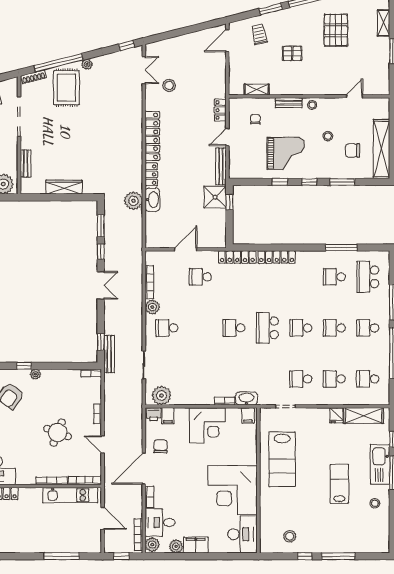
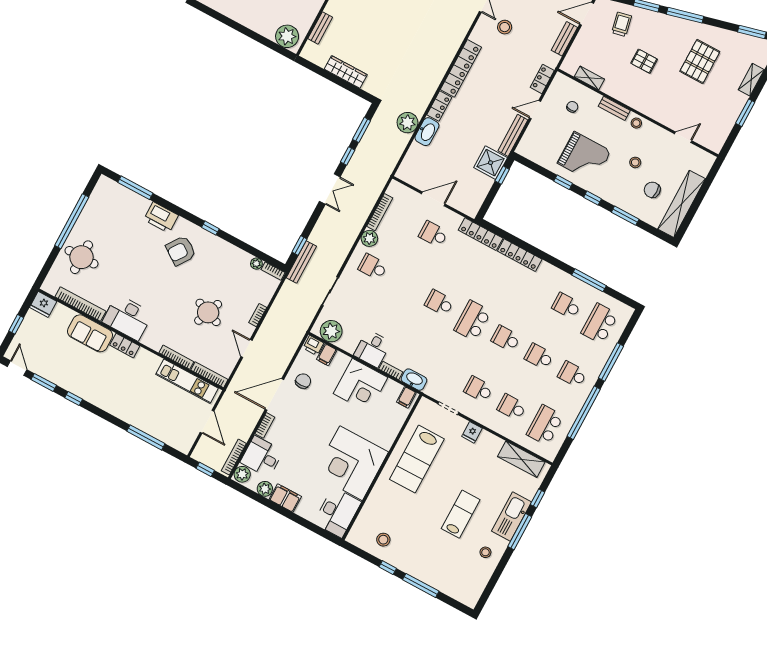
bench: (221, 70) -> (564, 39), added
plant: (35, 374) -> (256, 264), moved
school desk: (368, 379) -> (545, 425), width x1.85
desk: (201, 392) -> (373, 349), added
fridge: (336, 415) -> (472, 432), moved

